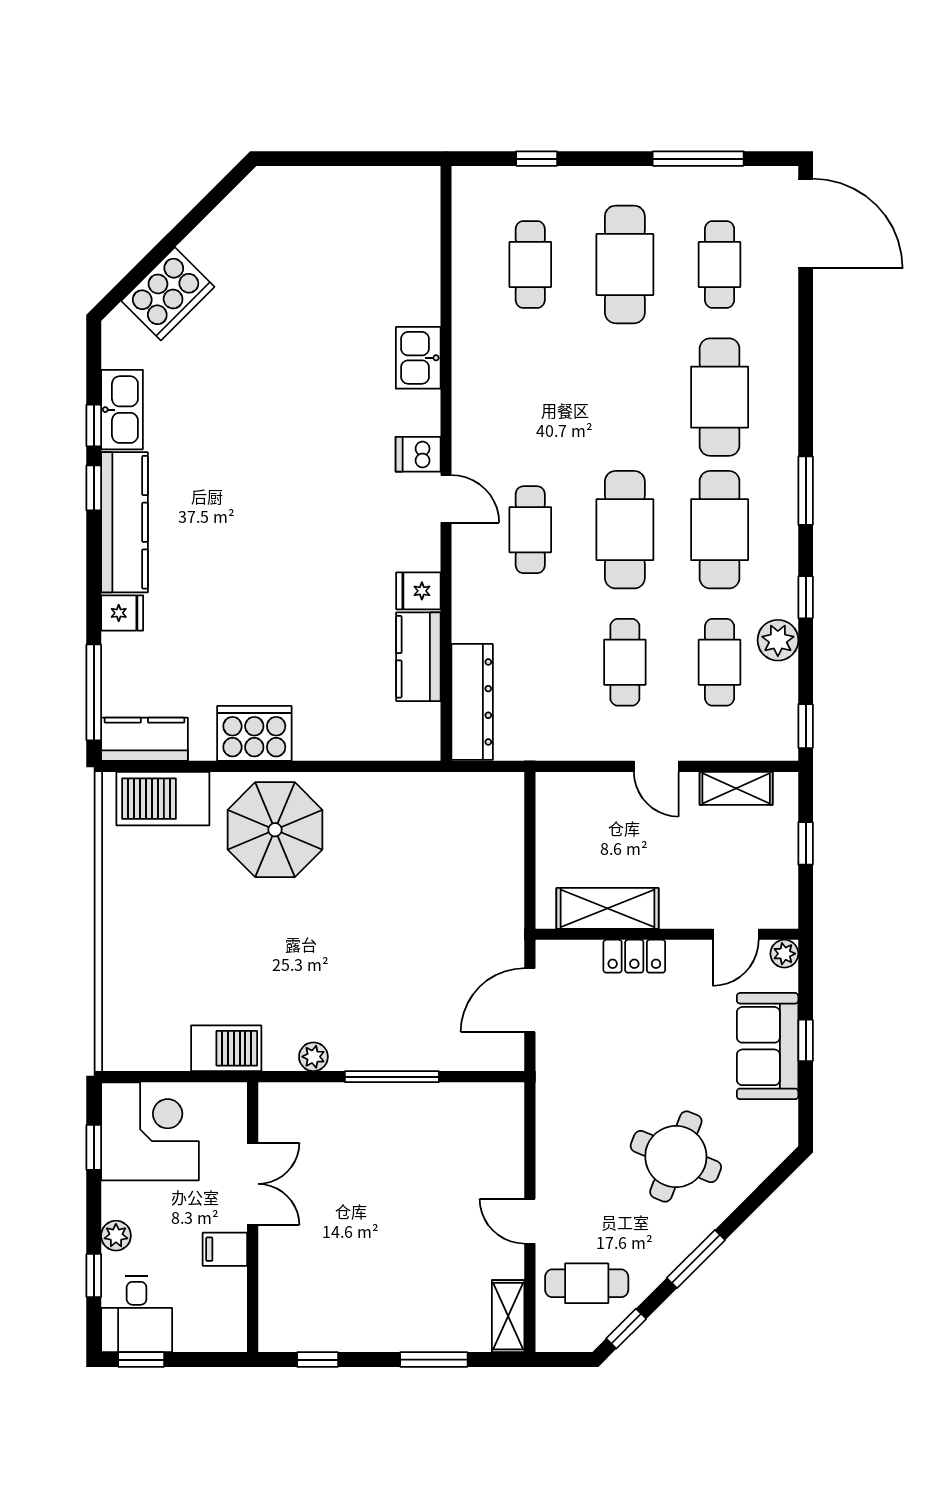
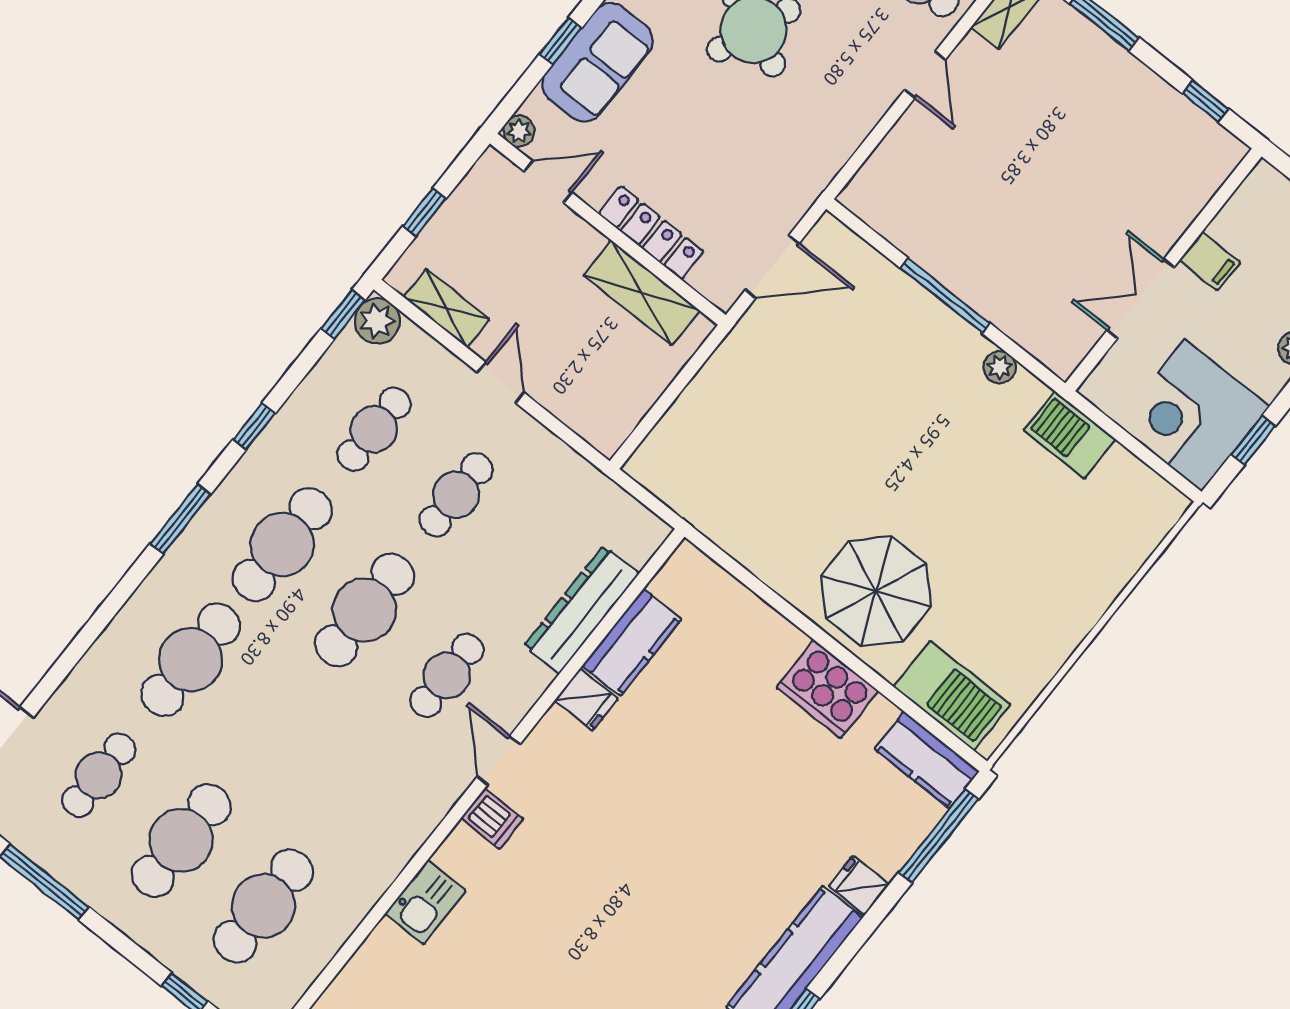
cafe table: (530, 264) -> (263, 906), width x1.37, depth x1.35
plant: (778, 640) -> (377, 321), moved
dresser: (472, 702) -> (581, 610), moved
locker: (634, 956) -> (651, 233), width x1.53

